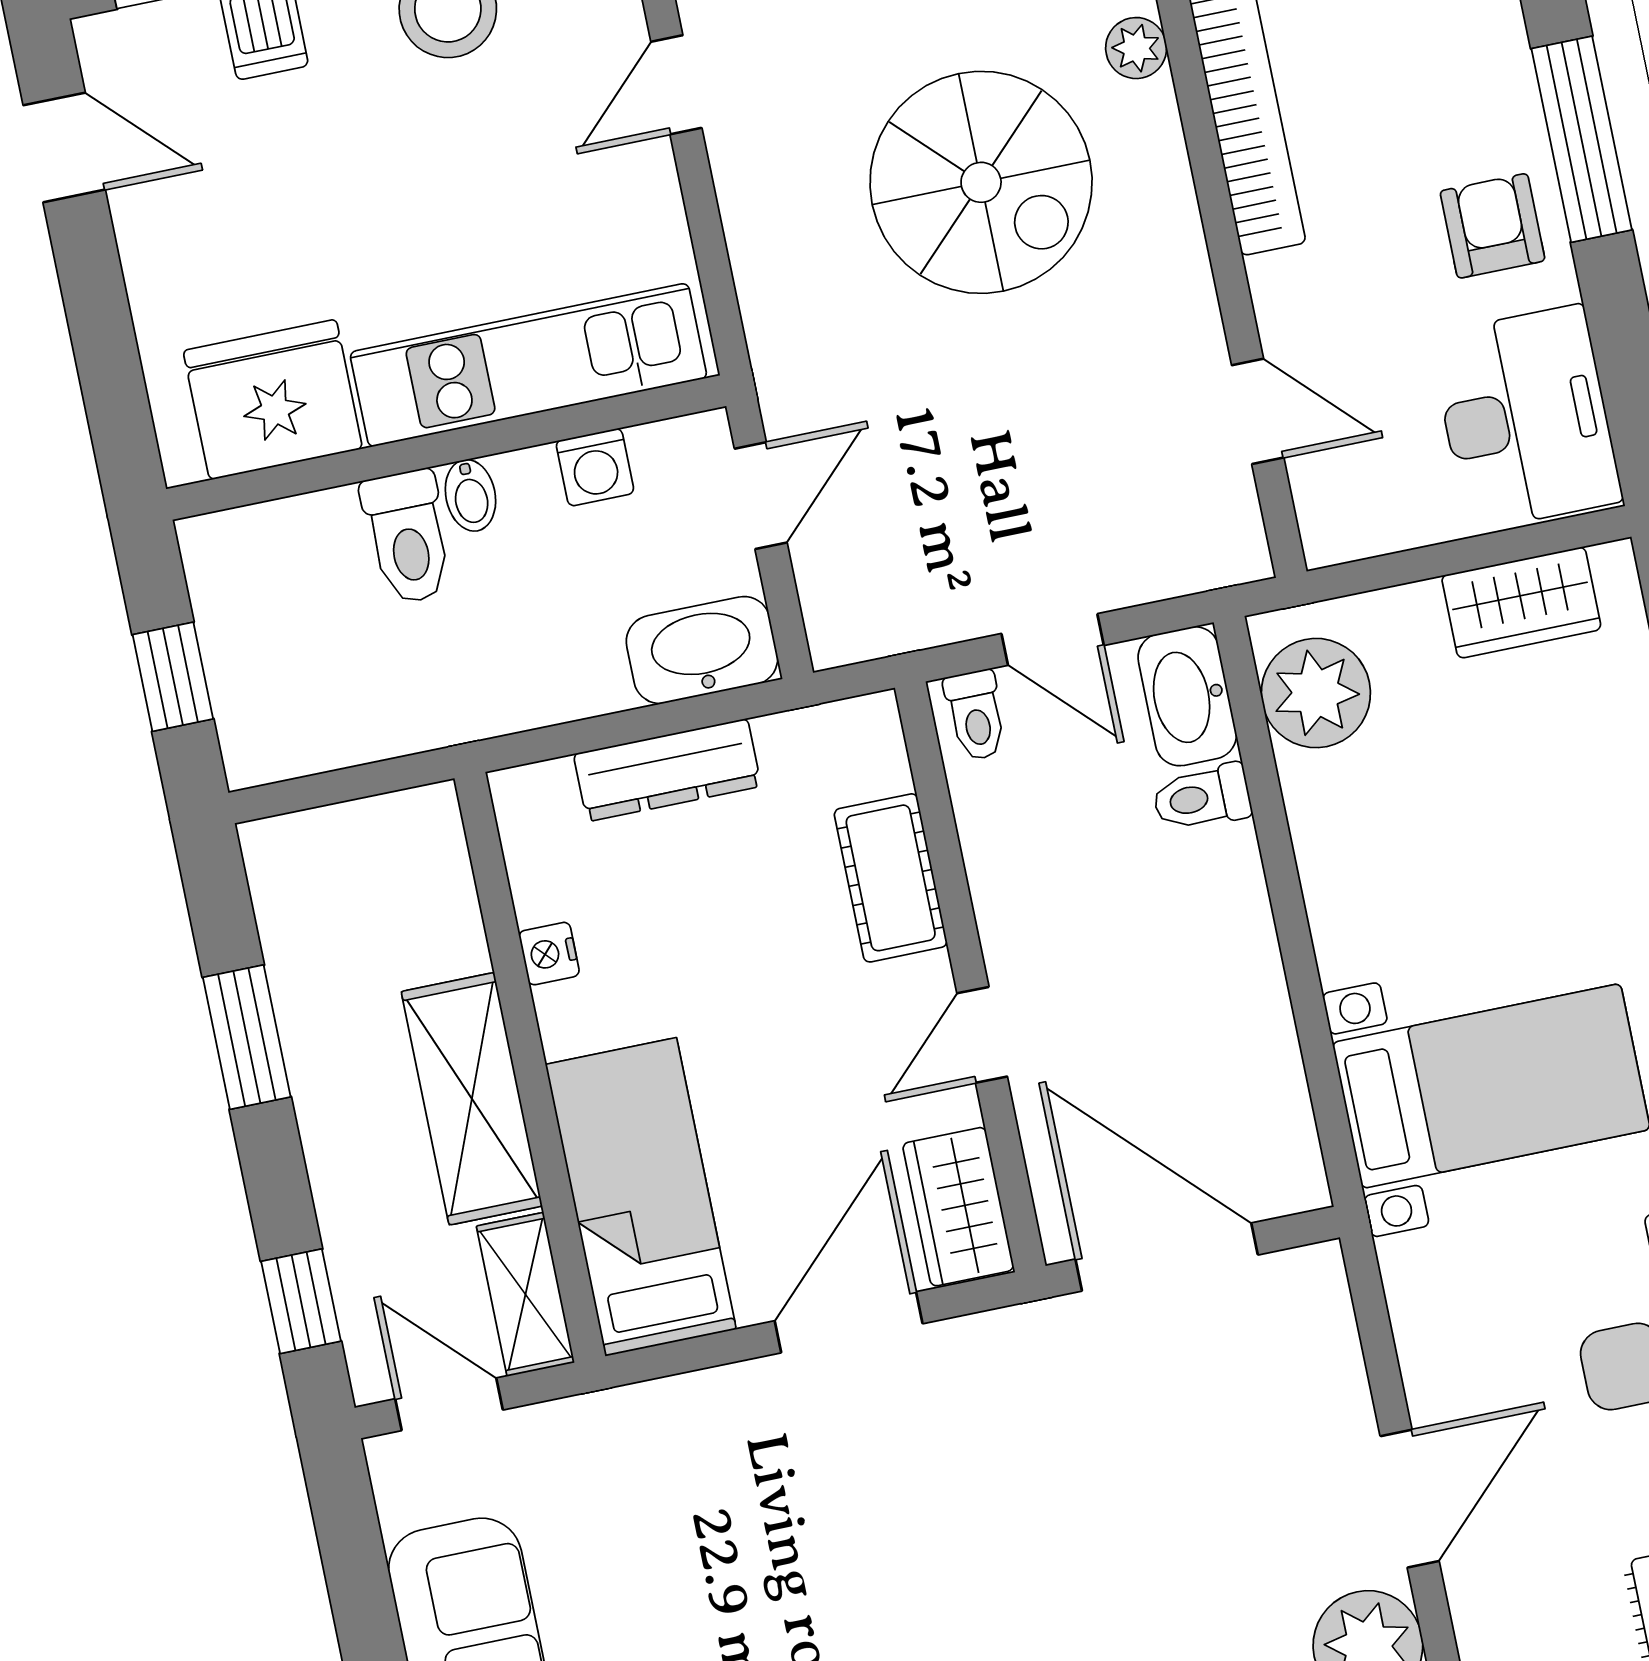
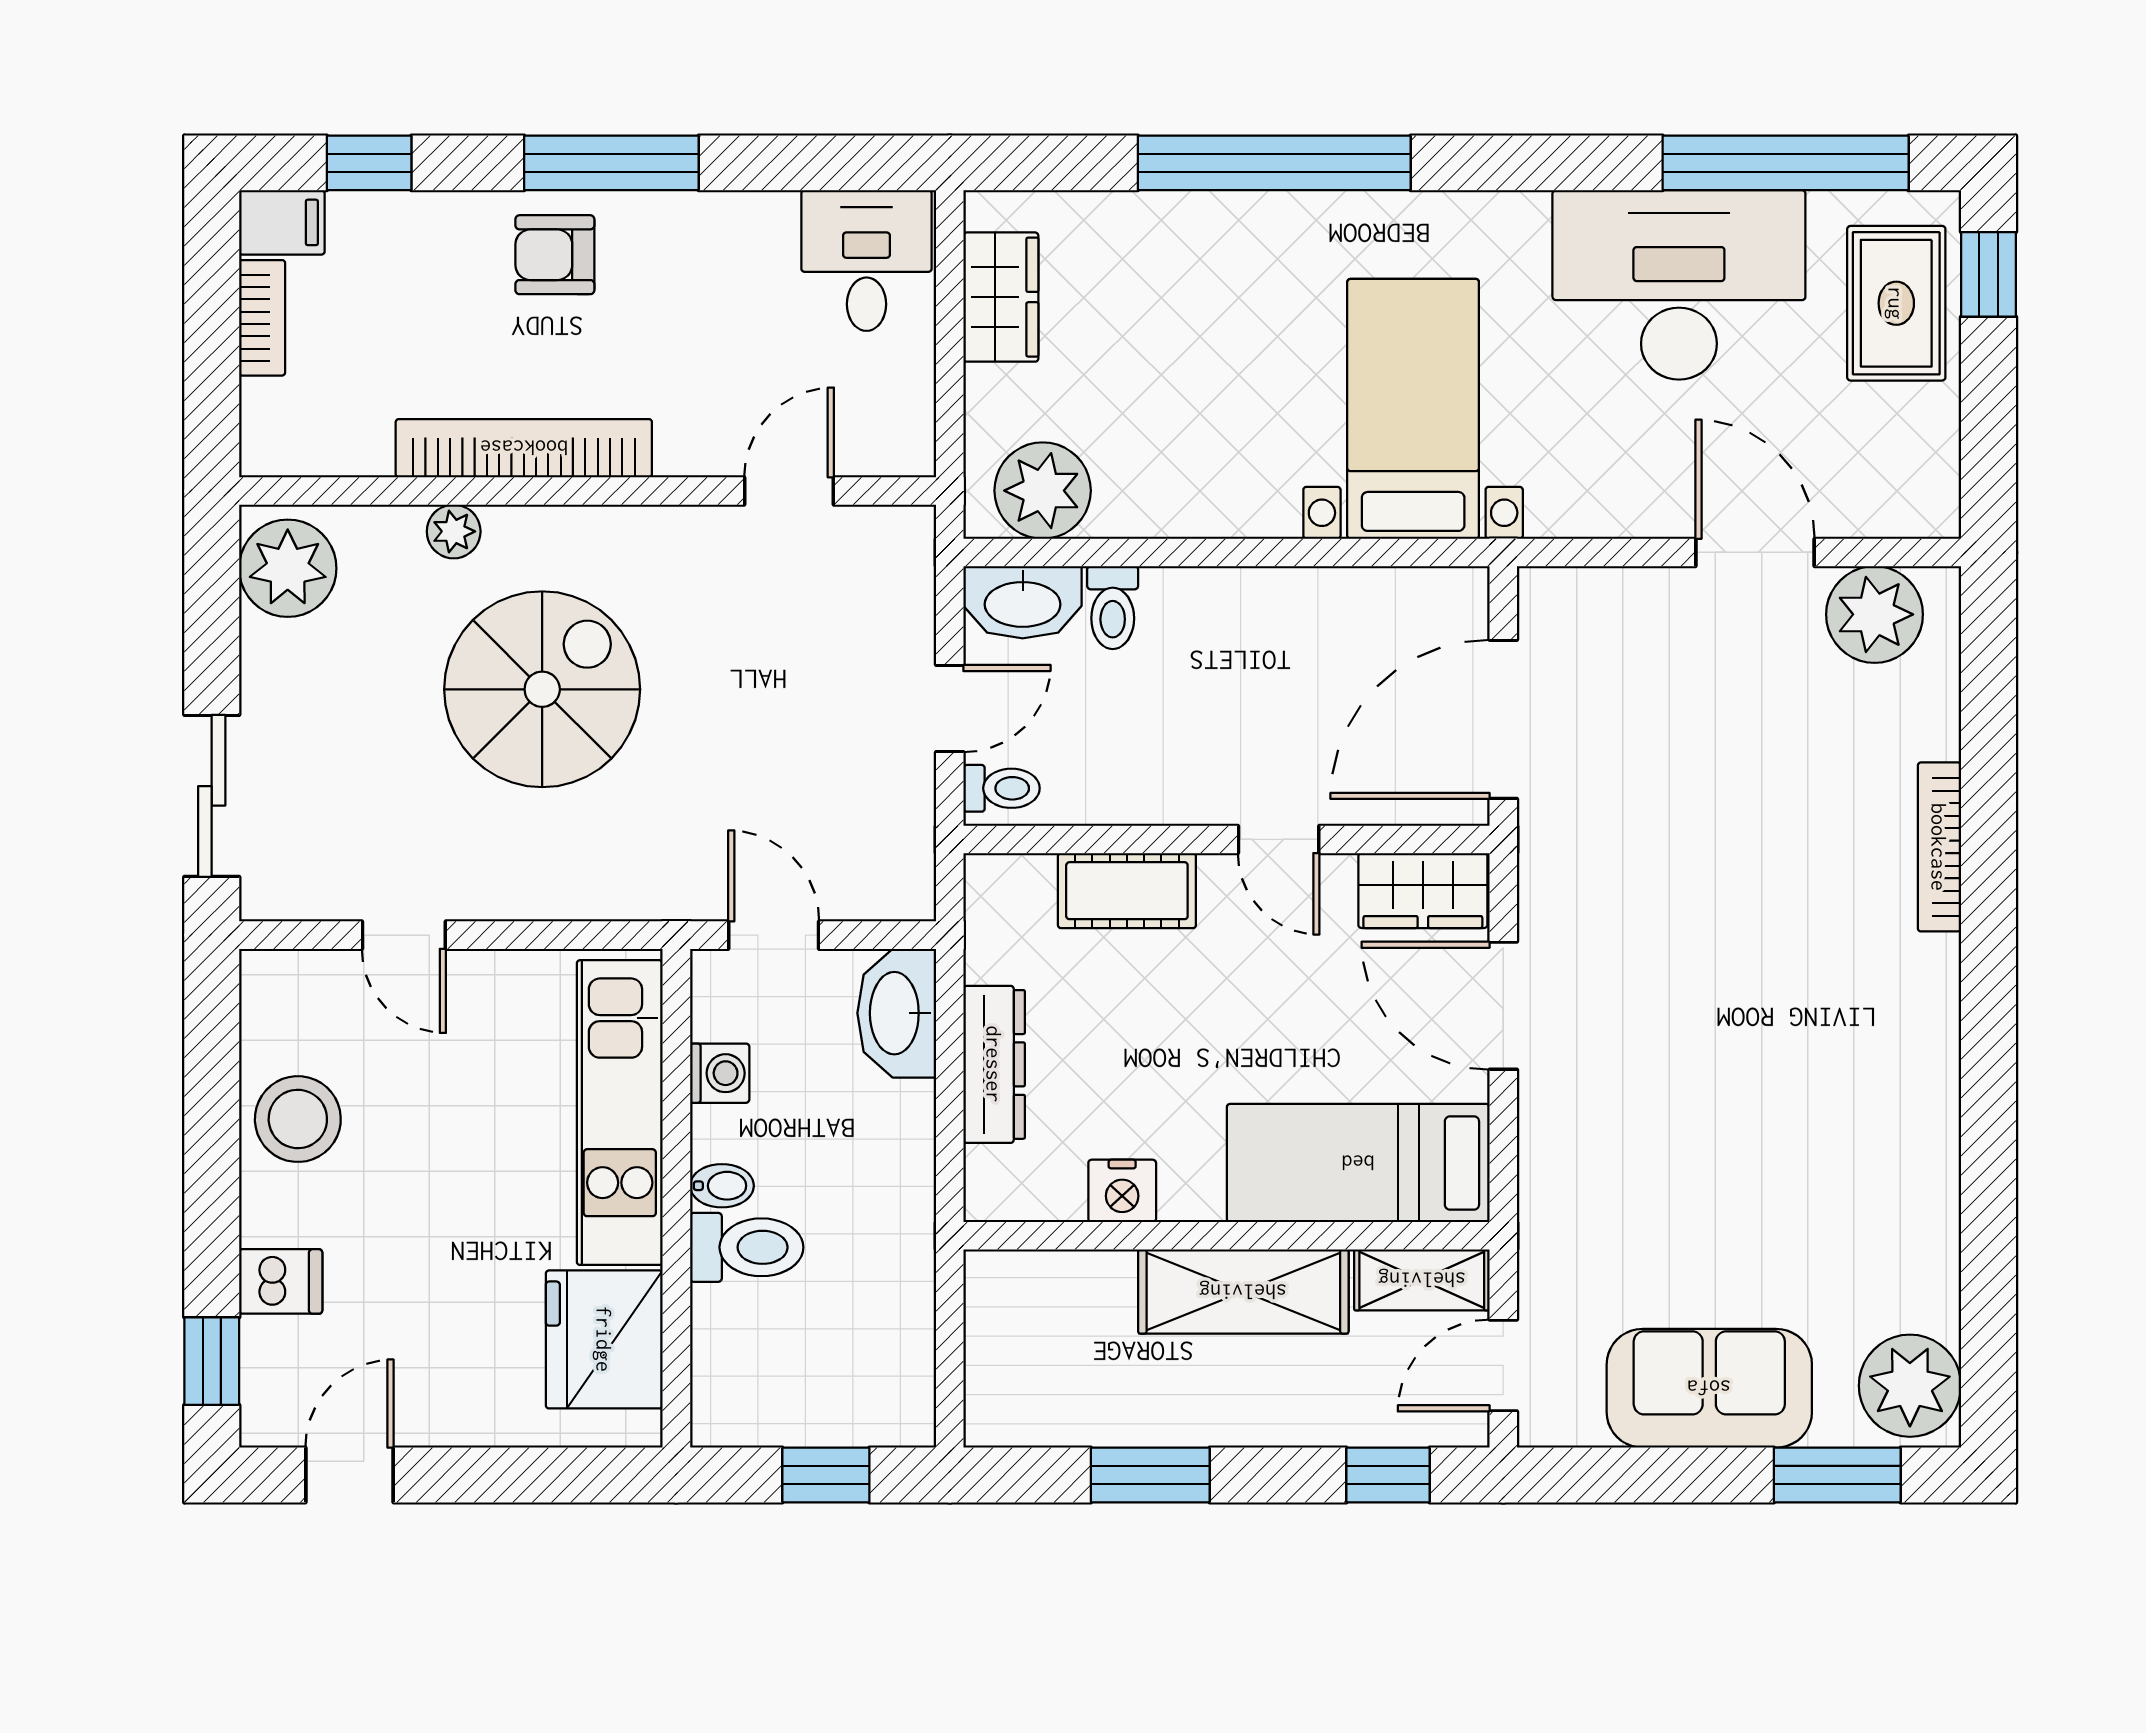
armchair: (1493, 226) -> (555, 255), moved
desk: (1526, 418) -> (866, 261), width x0.73
nightstand: (549, 954) -> (1122, 1191), width x1.39, depth x1.35

